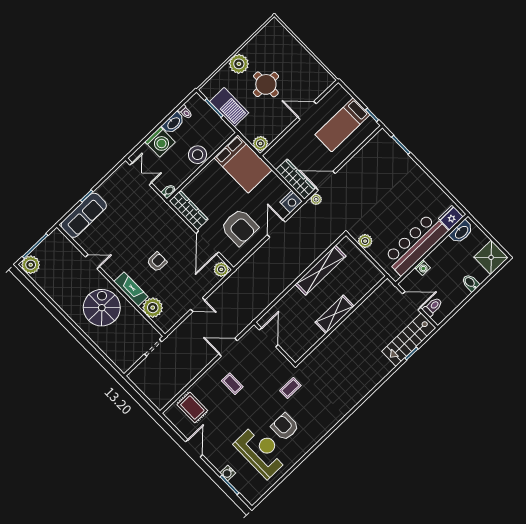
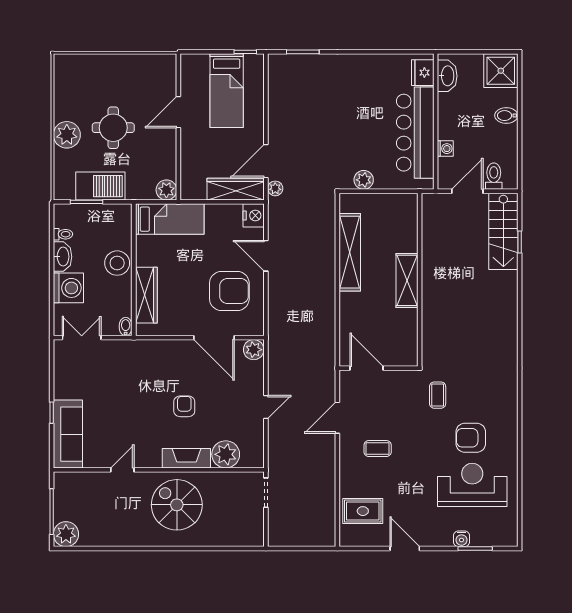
bed: (243, 164) -> (170, 219), width x0.67
wardrobe: (189, 210) -> (146, 295), moved, turned 90

